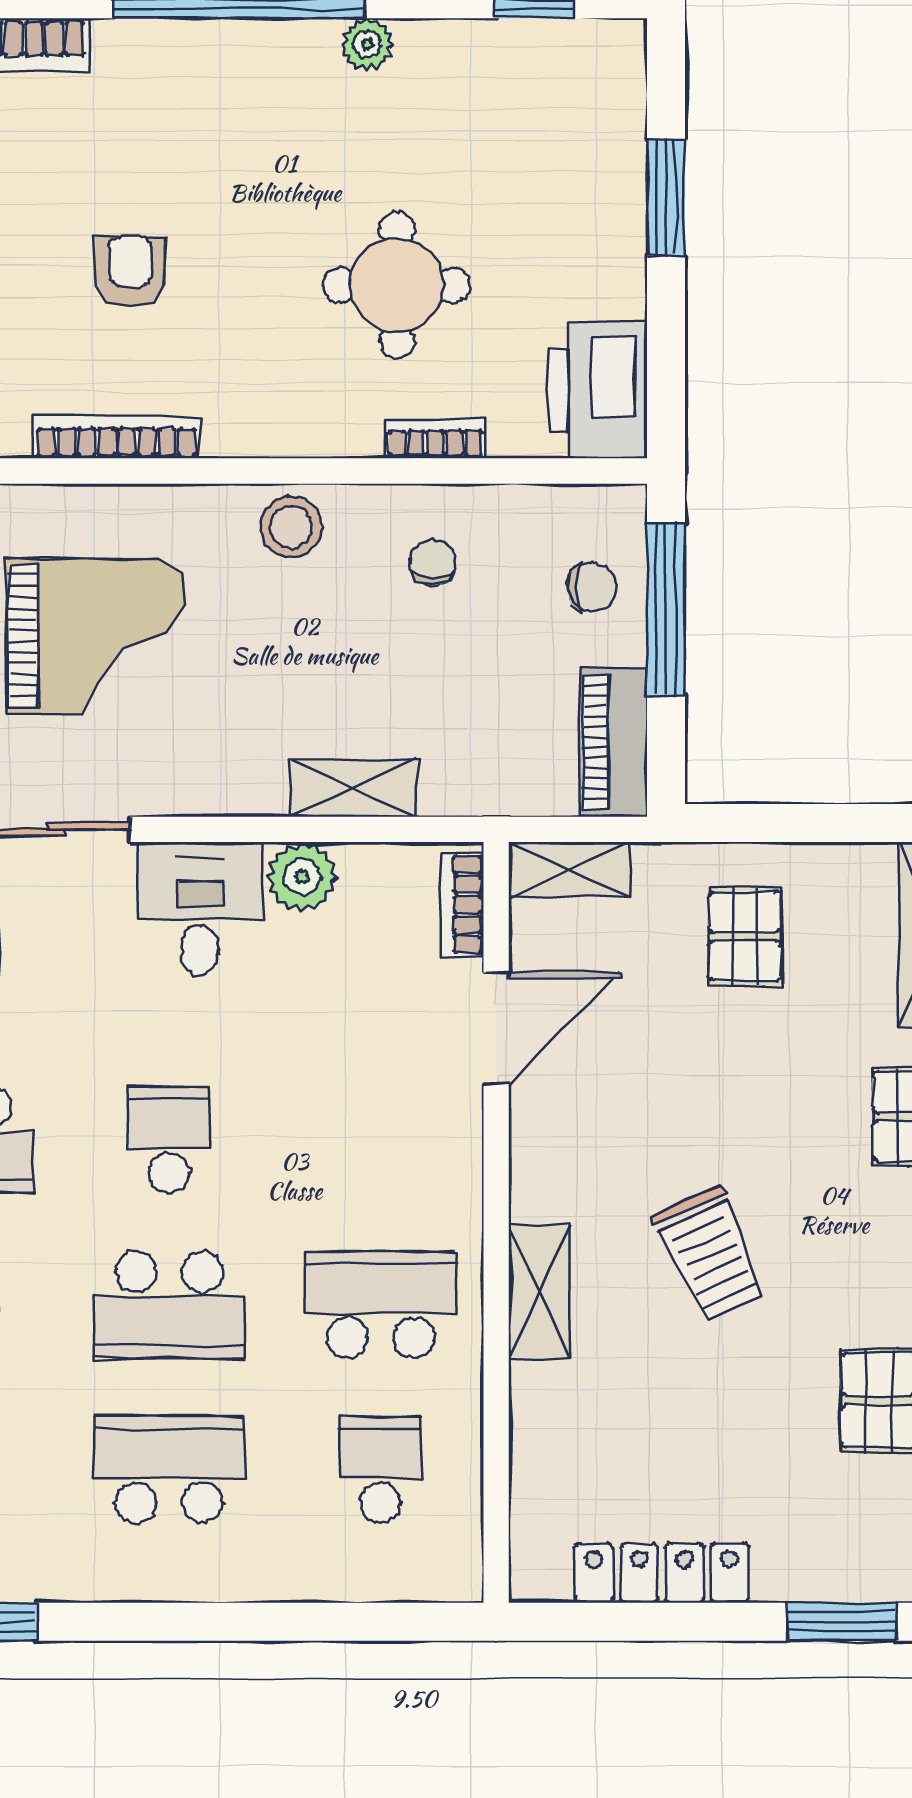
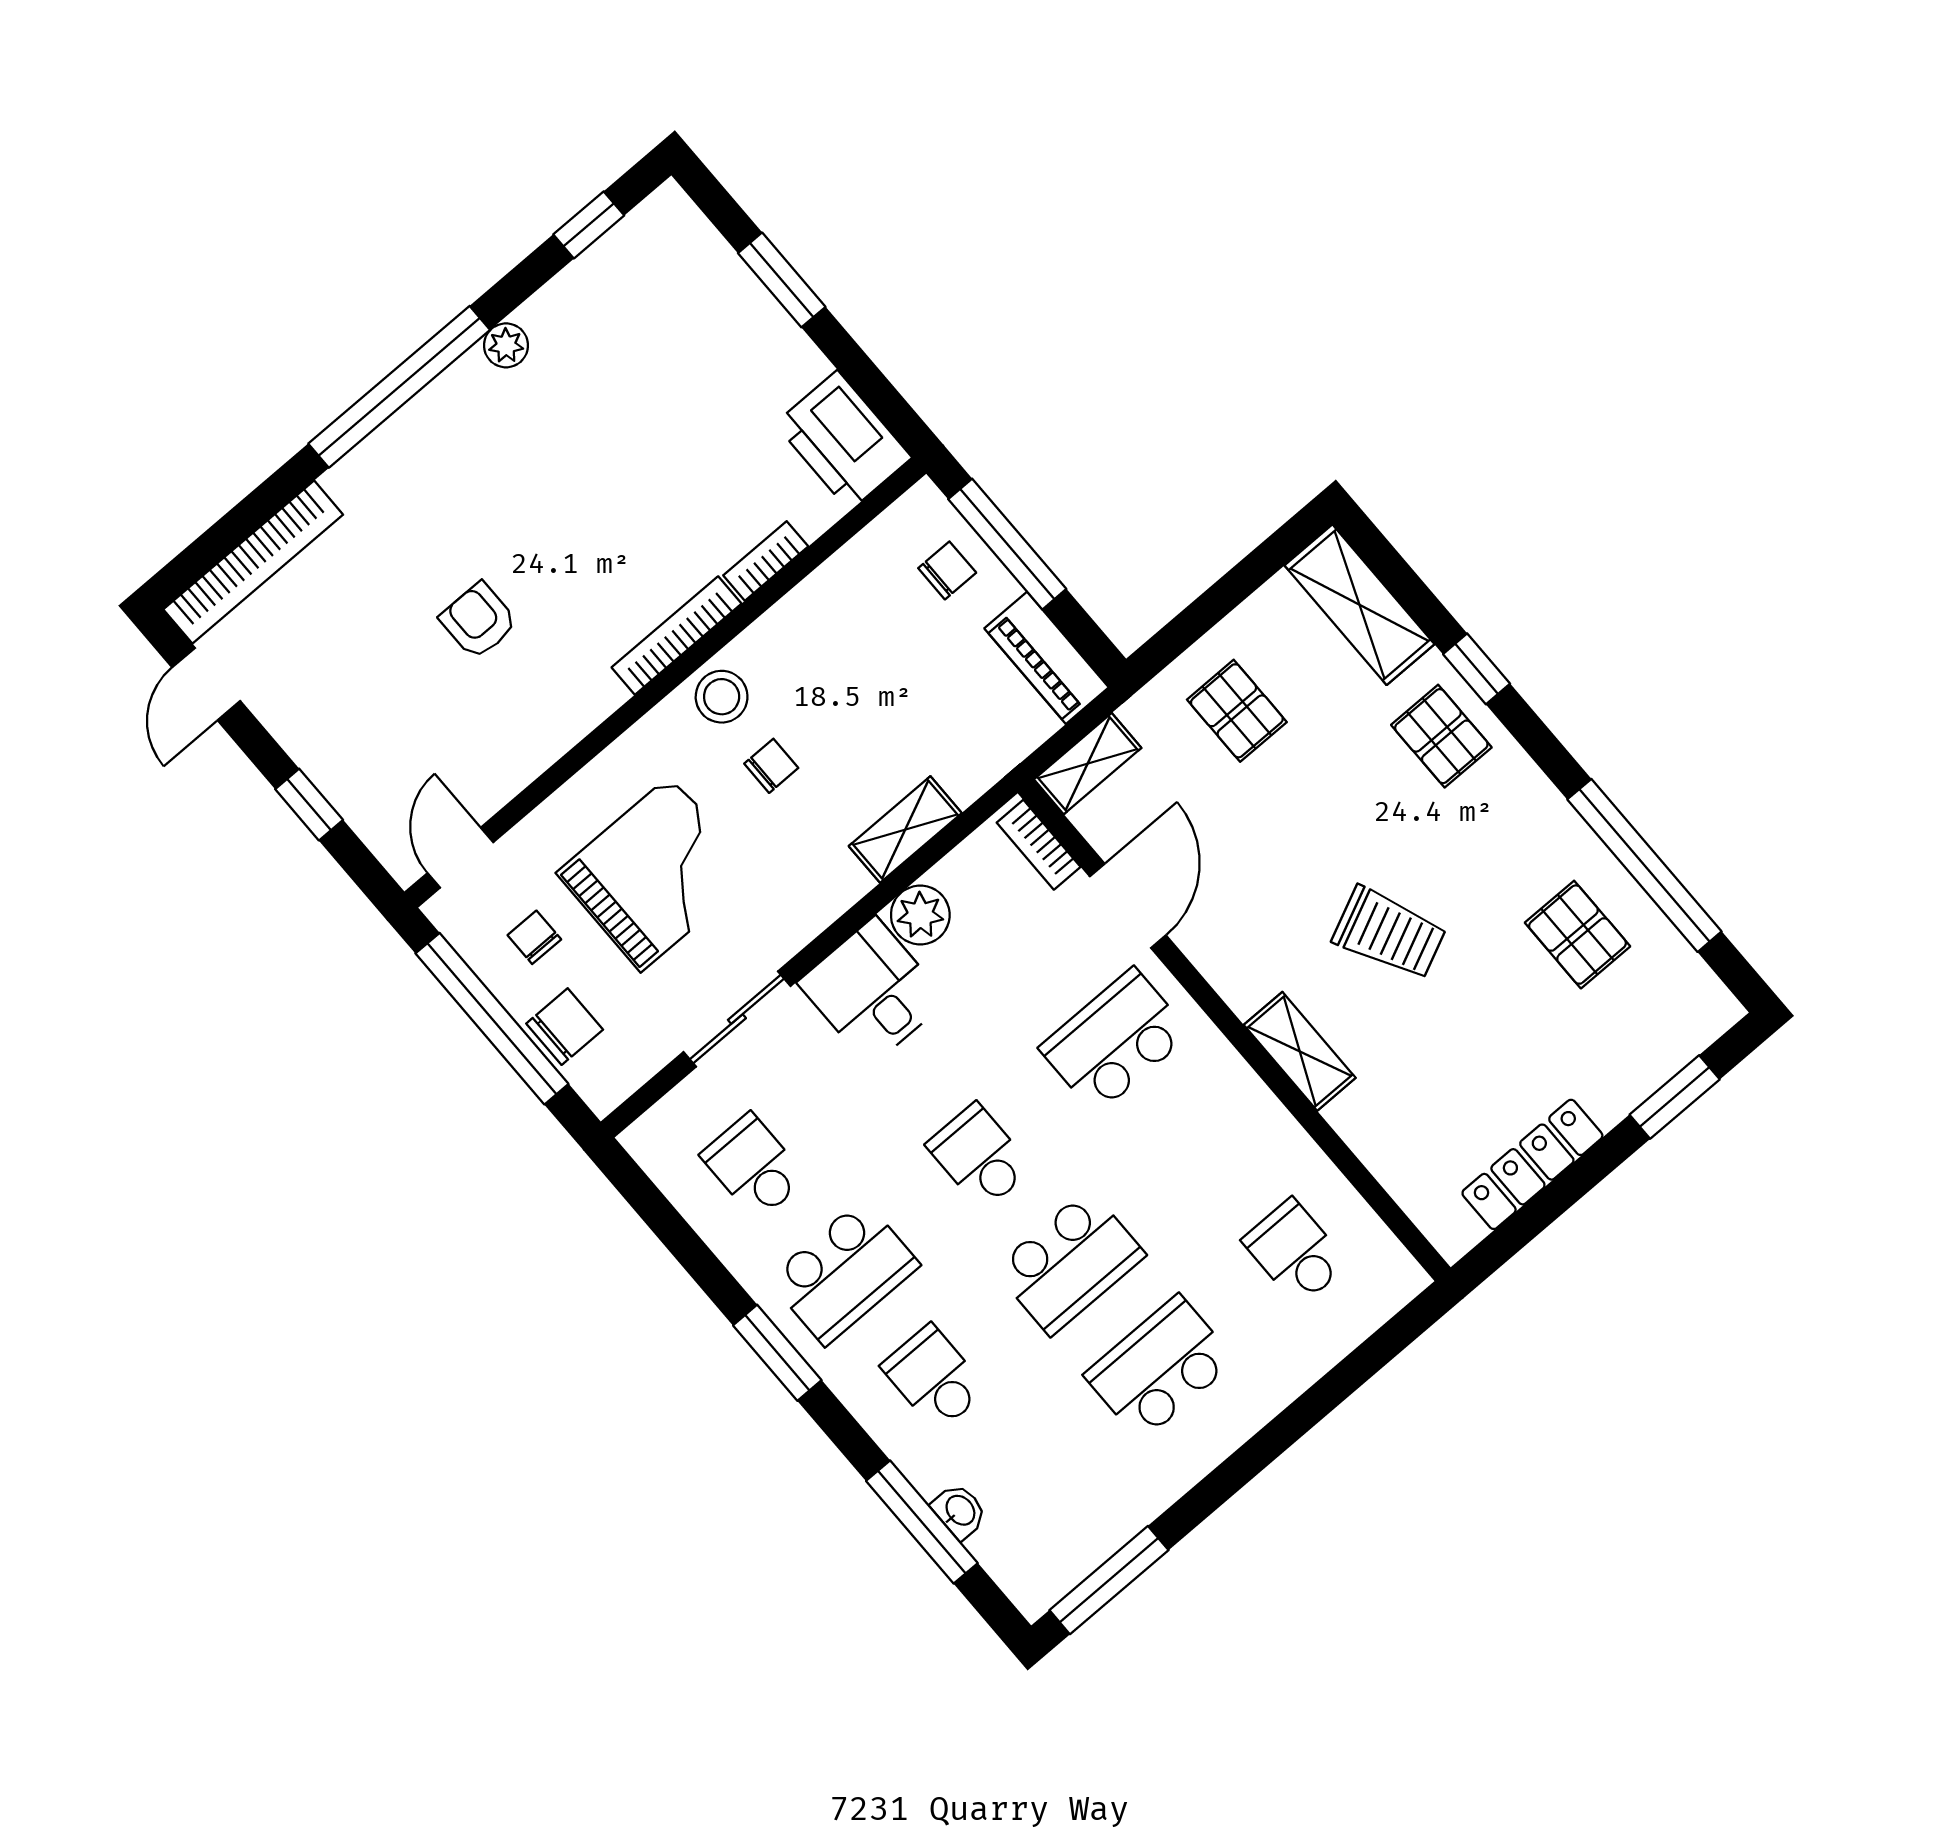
round table: (397, 285) -> (657, 484), removed
bookcase: (117, 437) -> (676, 635), moved
chair: (433, 563) -> (771, 766), moved, turned 90
school desk: (380, 1305) -> (1115, 1041), moved

